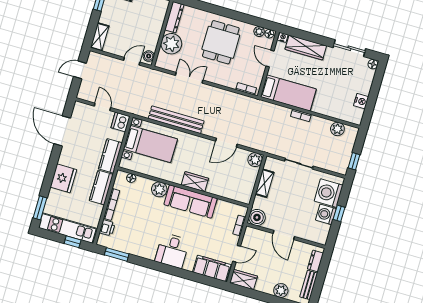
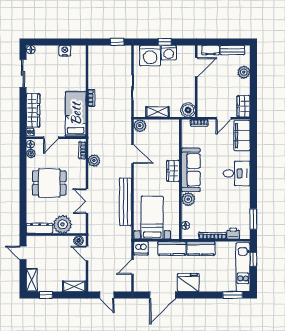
plant: (337, 129) -> (94, 161), moved
fridge: (63, 178) -> (188, 283), moved
door: (284, 235) -> (196, 67), moved
door: (237, 254) -> (224, 118), swing flipped

